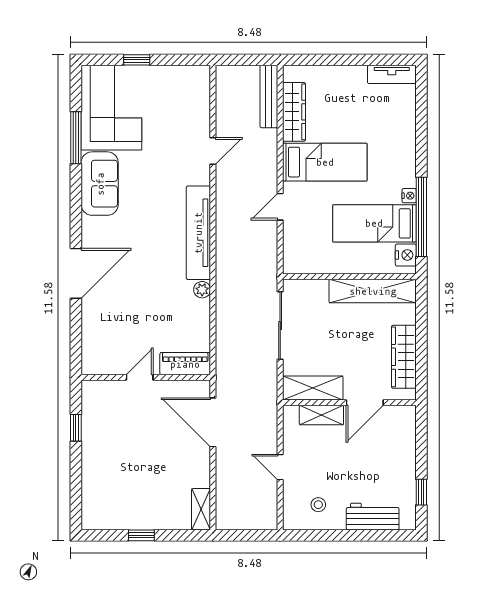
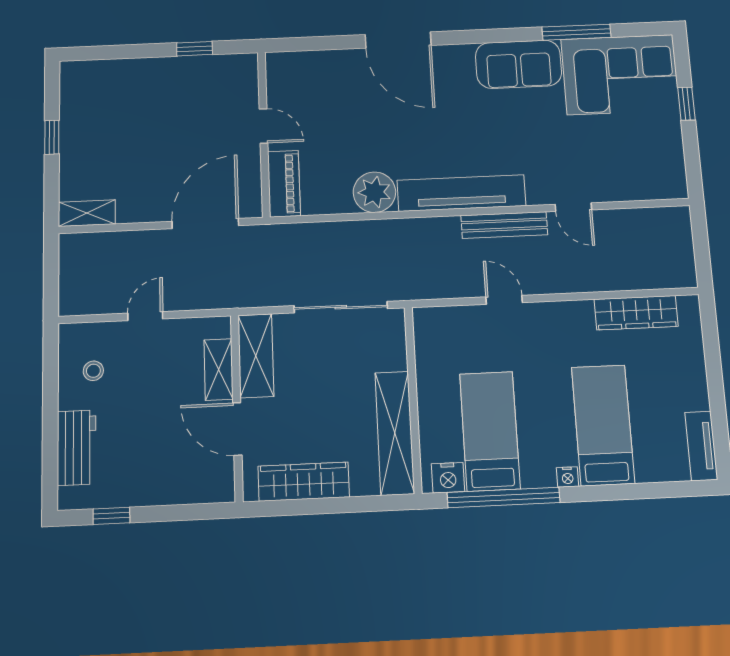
bench: (269, 97) -> (504, 225), moved
bed: (325, 162) -> (603, 425), moved, turned 180
nightstand: (409, 196) -> (568, 477), moved
plant: (202, 290) -> (374, 192), width x1.88, depth x1.88

